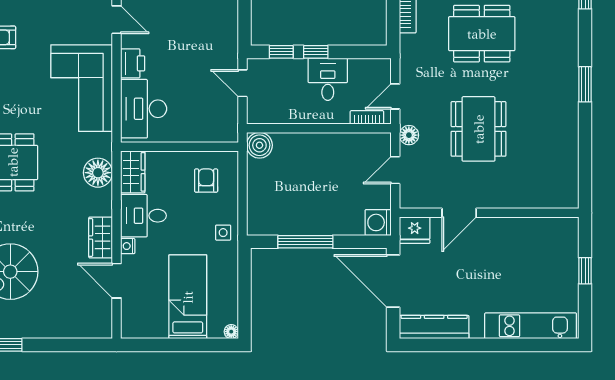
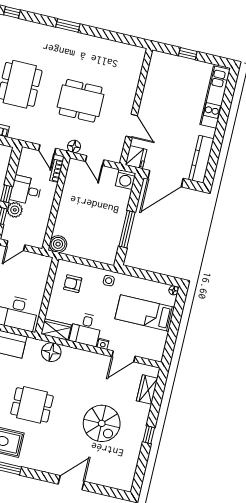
plant: (295, 70) -> (15, 210), added
wardrobe: (101, 237) -> (147, 389), moved, turned 90

